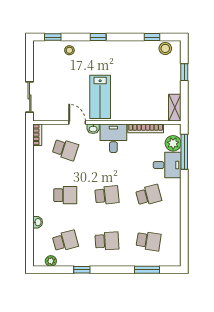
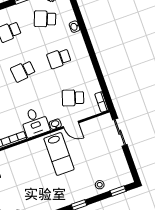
lab bench: (100, 97) -> (59, 154), turned 180
school desk: (65, 241) -> (45, 19), turned 36

